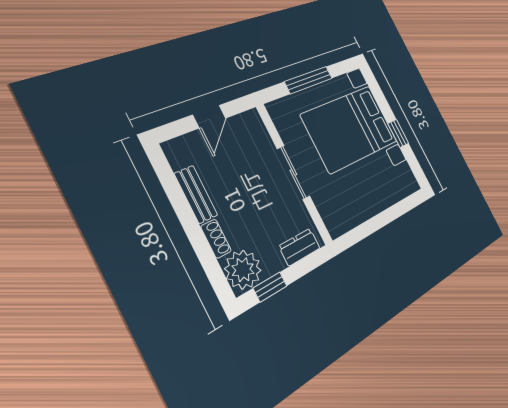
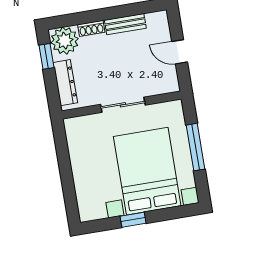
dresser: (300, 247) -> (65, 83), width x1.44

